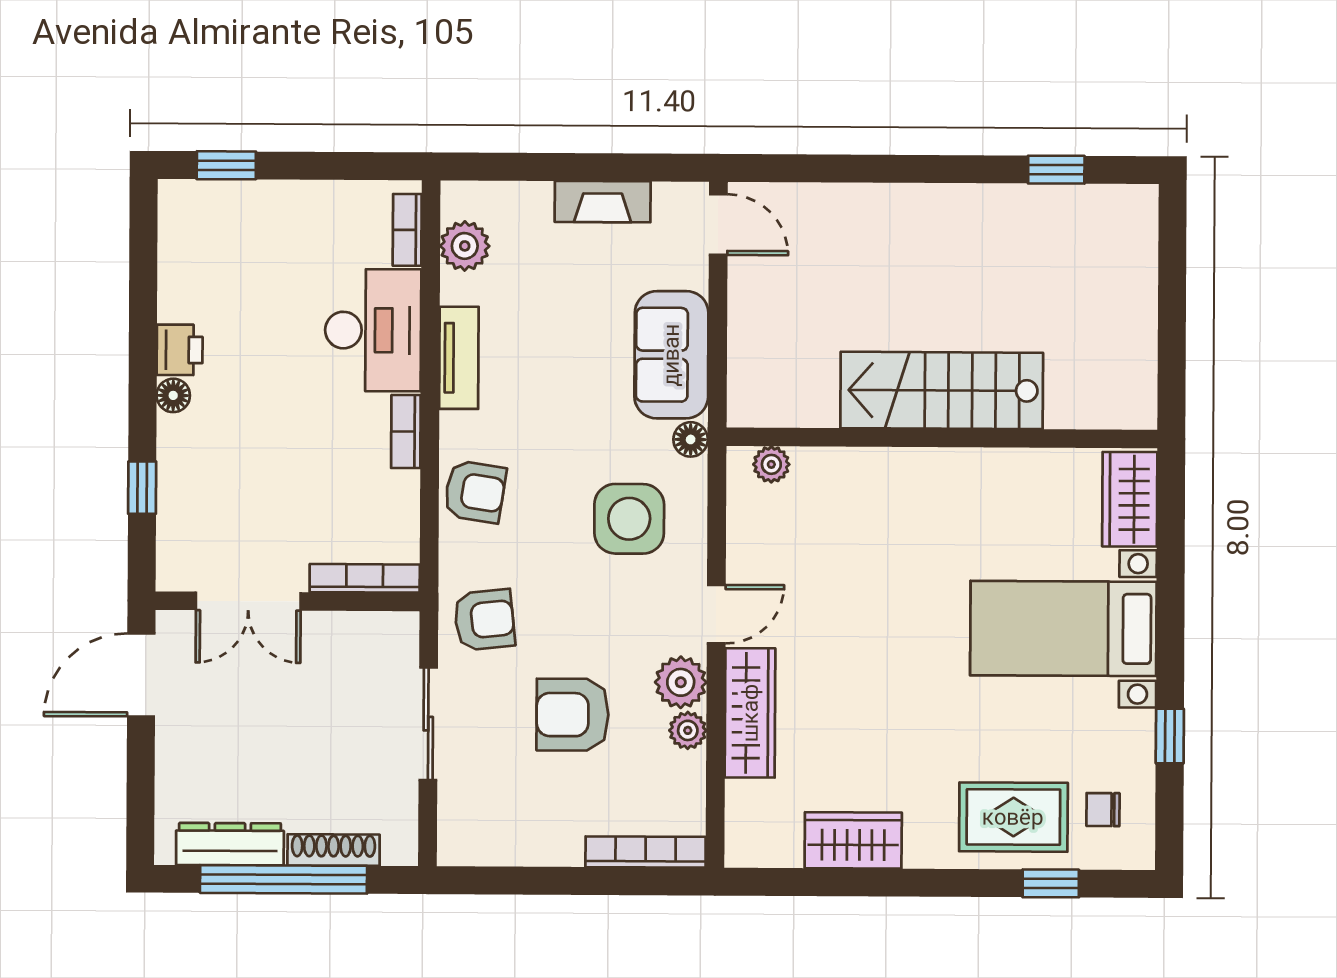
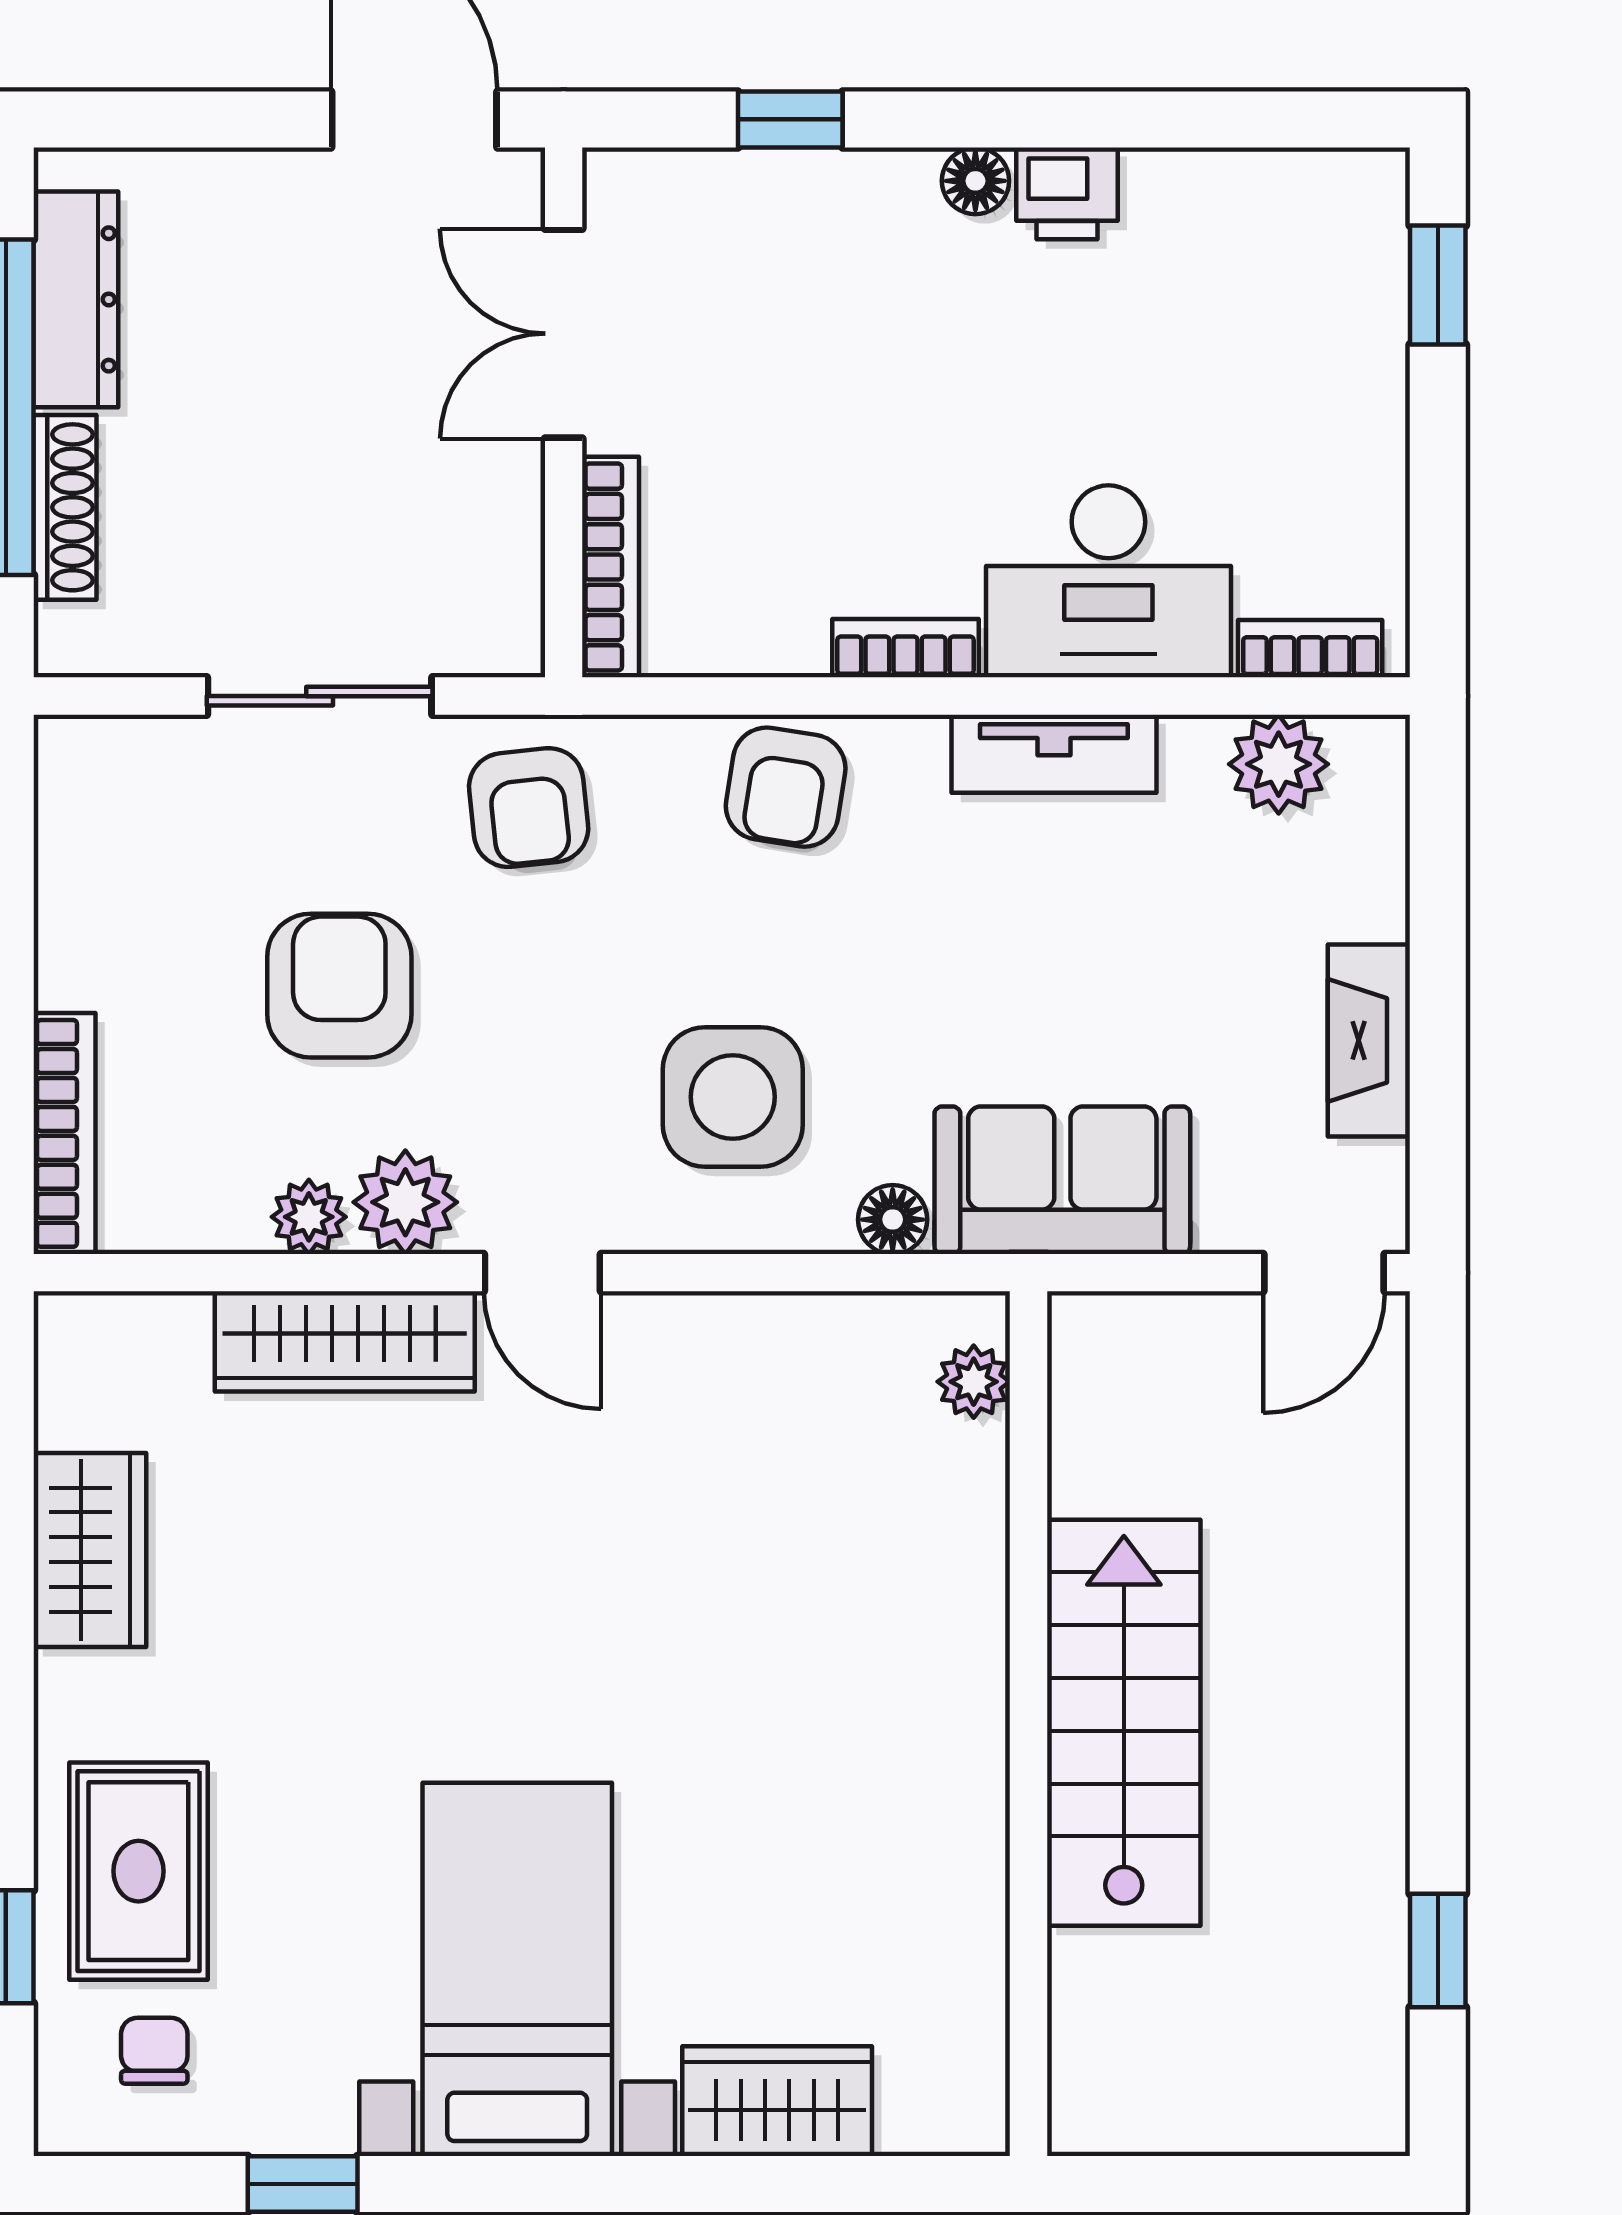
stairs: (942, 390) -> (1124, 1723), moved
wall: (942, 438) -> (1029, 1724), moved
plant: (771, 464) -> (974, 1382), moved

